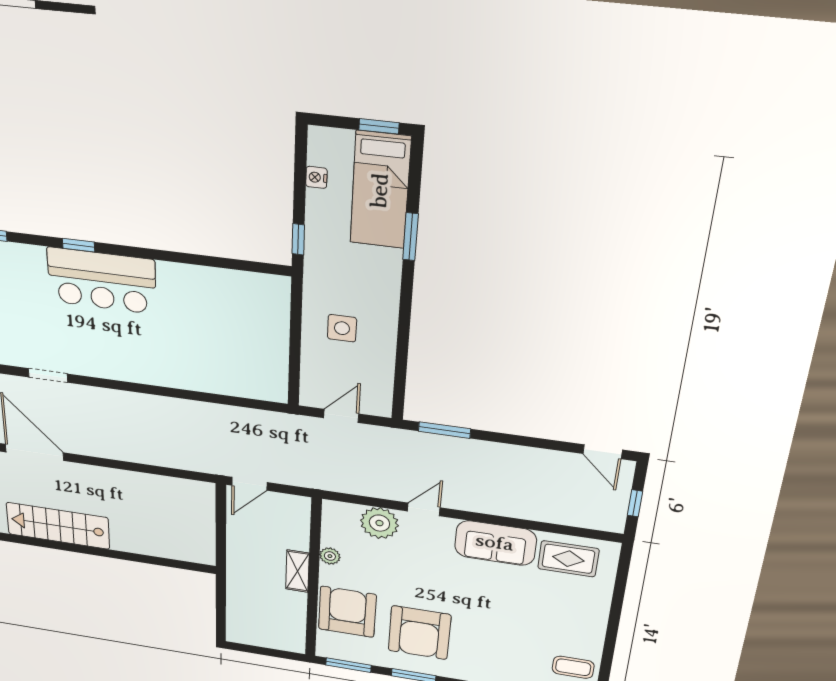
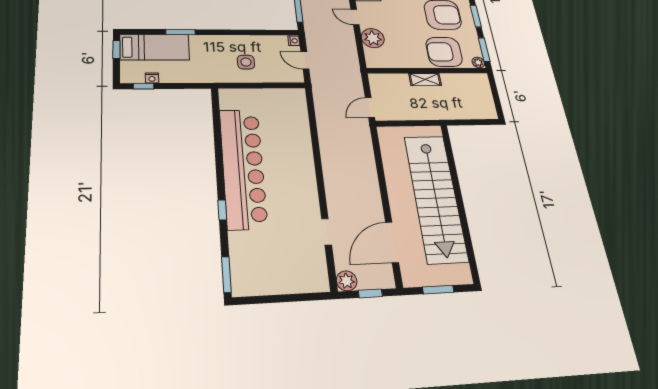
window: (298, 239) -> (144, 86), moved
bar counter: (102, 281) -> (243, 168), width x1.86
nightstand: (381, 408) -> (294, 41), added
door: (249, 484) -> (370, 108), swing flipped
stairs: (58, 526) -> (436, 198), width x1.86, depth x1.51
plant: (330, 556) -> (478, 62), moved

